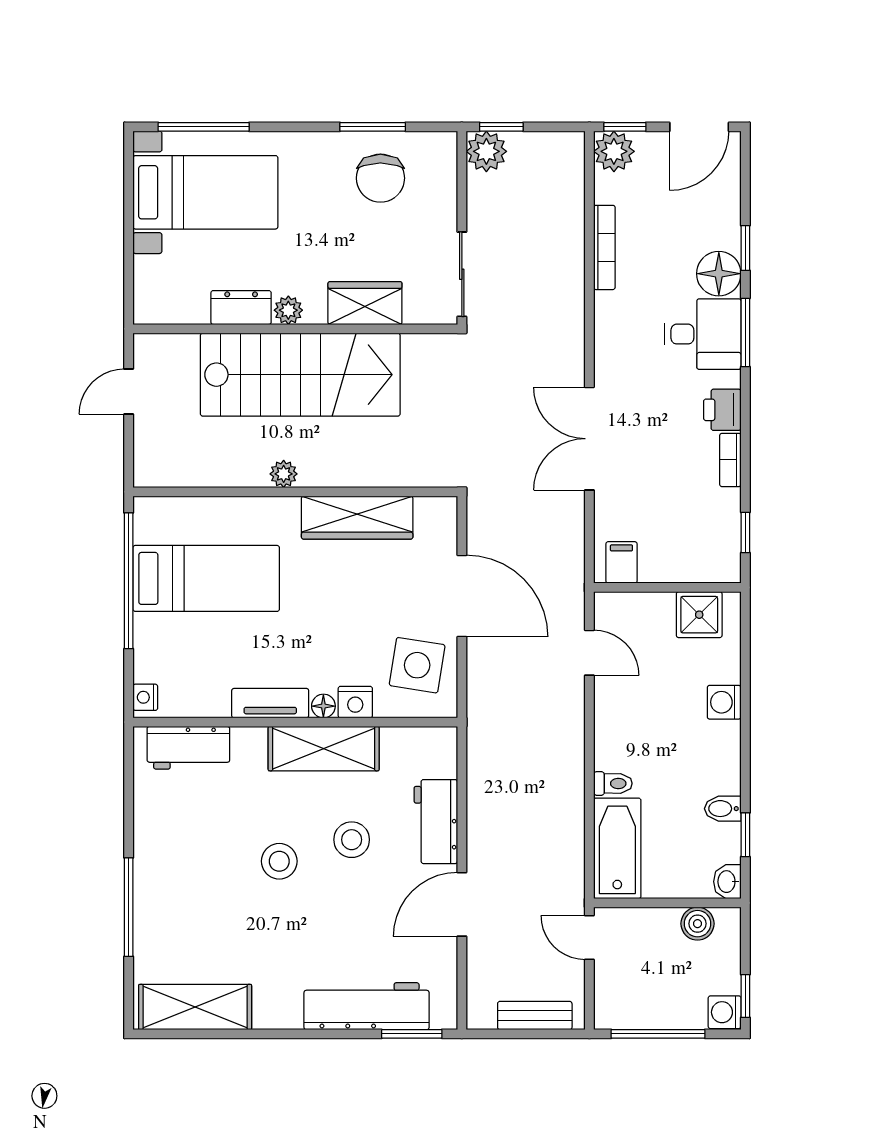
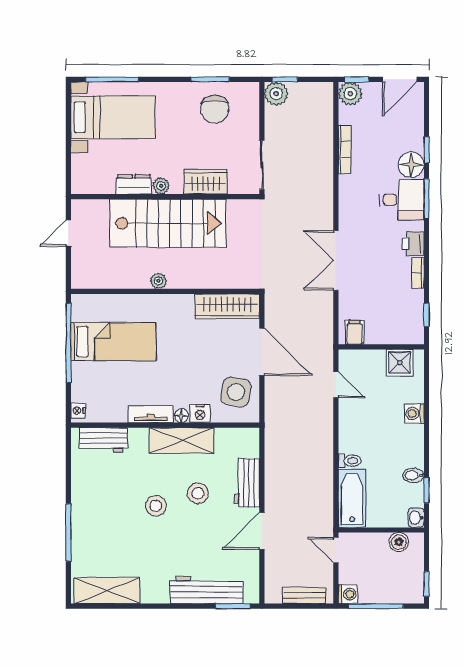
wardrobe: (357, 518) -> (227, 306), moved
washing machine: (725, 1012) -> (348, 594), moved, turned 180

